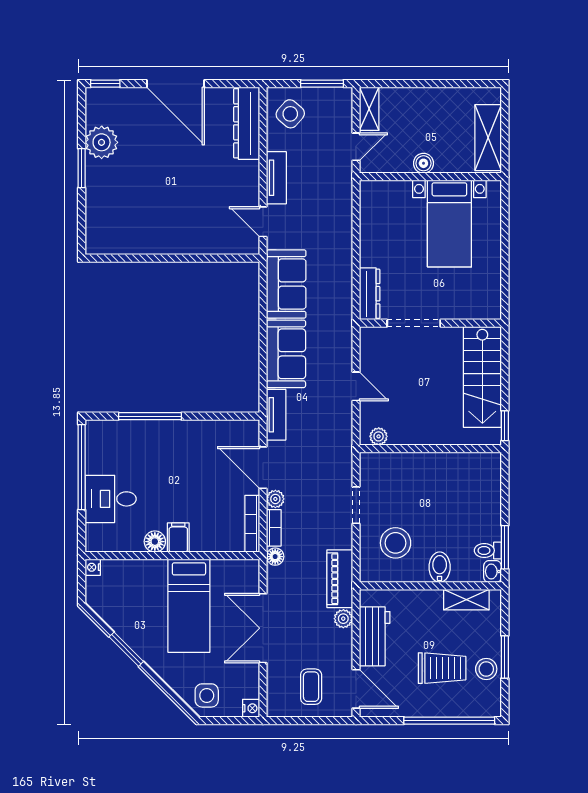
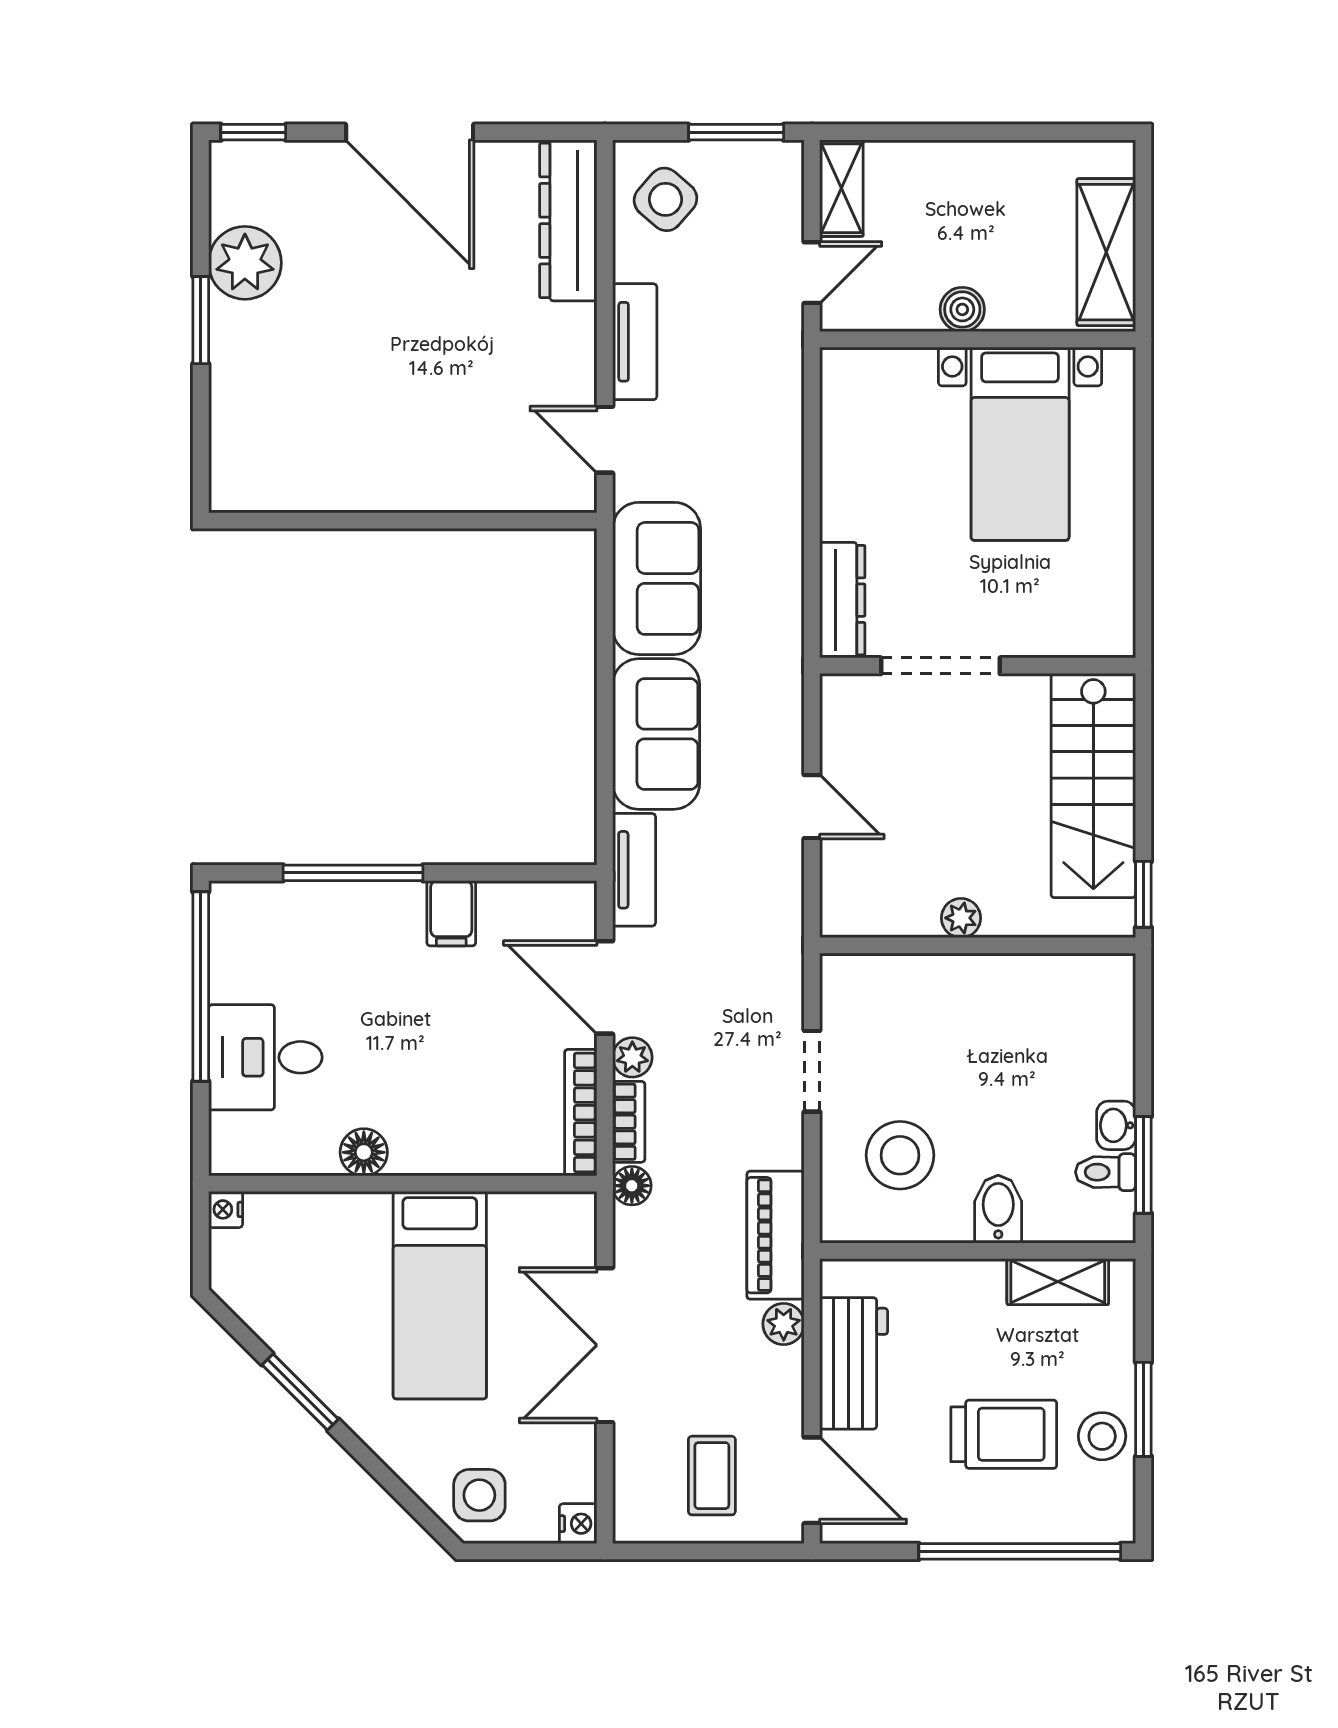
plant: (379, 436) -> (961, 918), moved
filing cabinet: (178, 538) -> (451, 913), moved, turned 180
washbasin: (493, 572) -> (1116, 1125), moved

